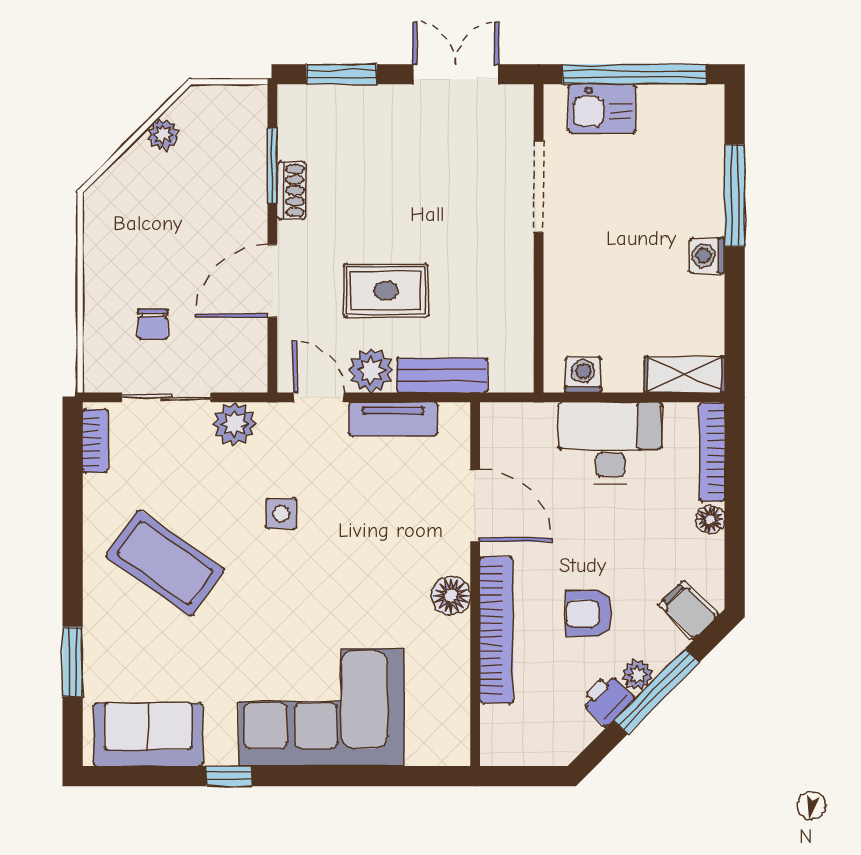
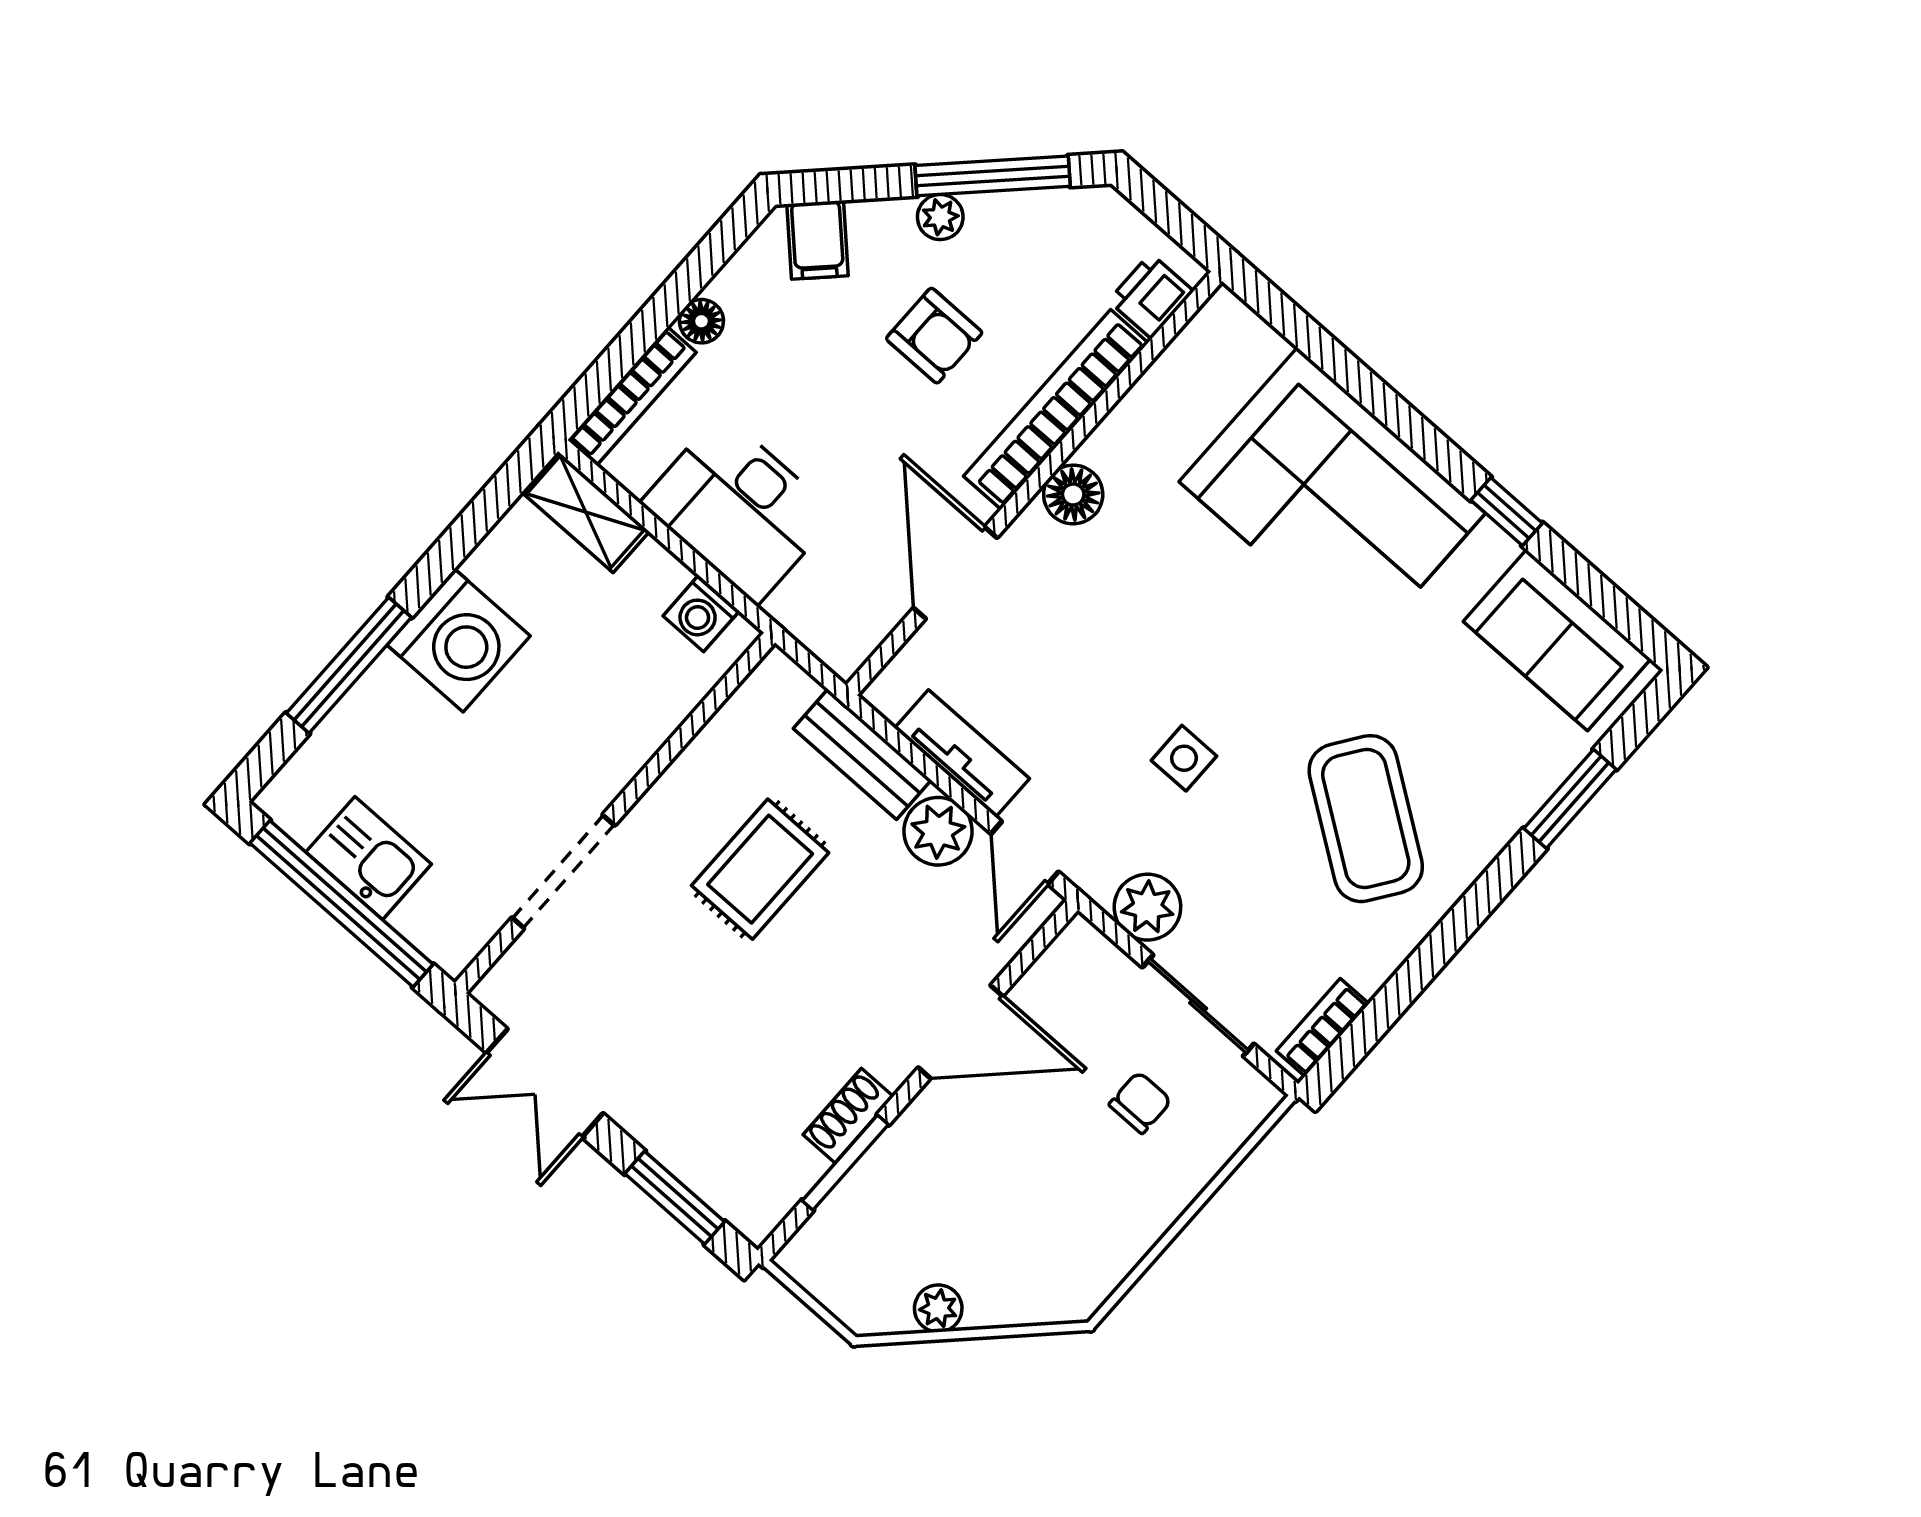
kitchen sink: (602, 109) -> (369, 858), moved
washing machine: (707, 256) -> (459, 640), width x1.89, depth x1.89
rug: (386, 291) -> (760, 869), moved, turned 90
window: (656, 691) -> (993, 176), moved
printer: (607, 700) -> (1151, 296), moved, turned 135

